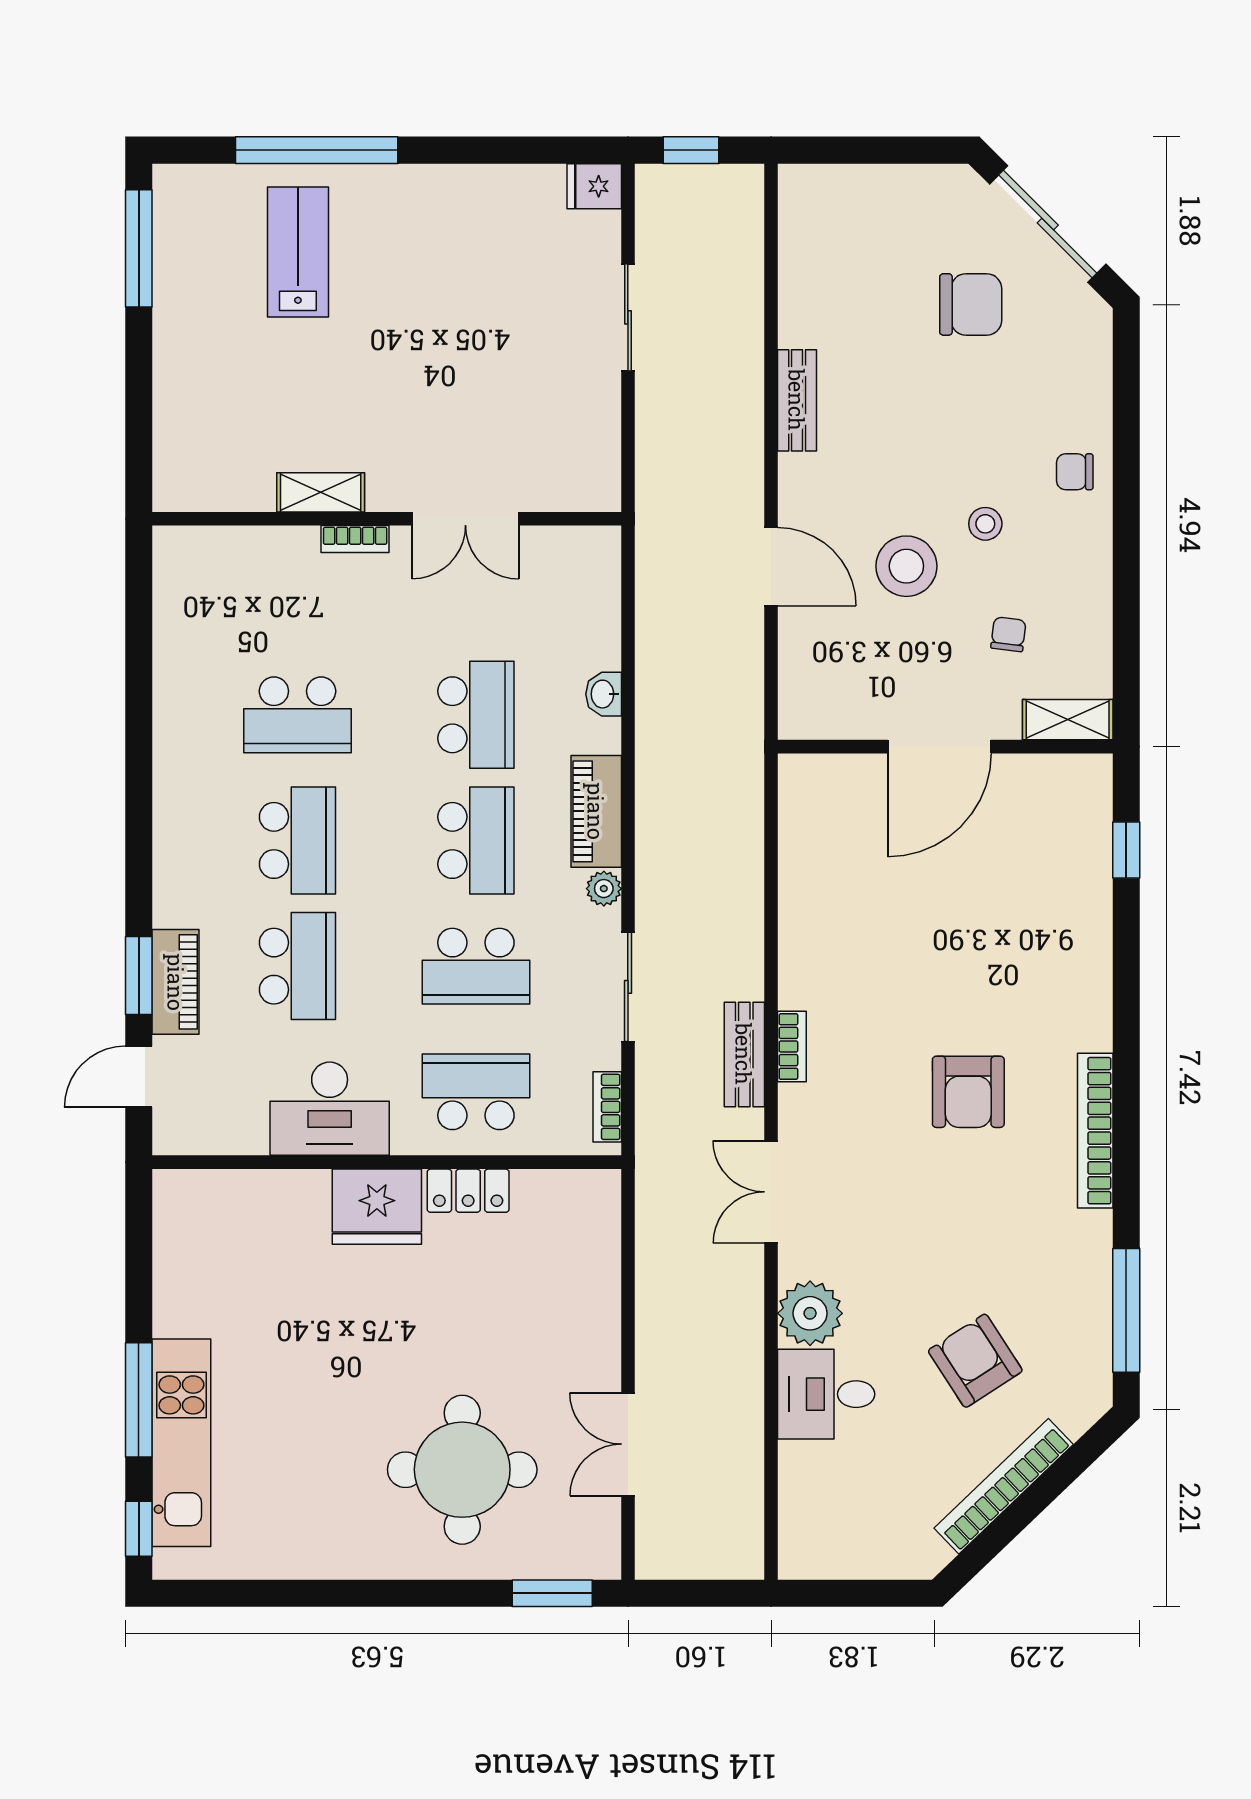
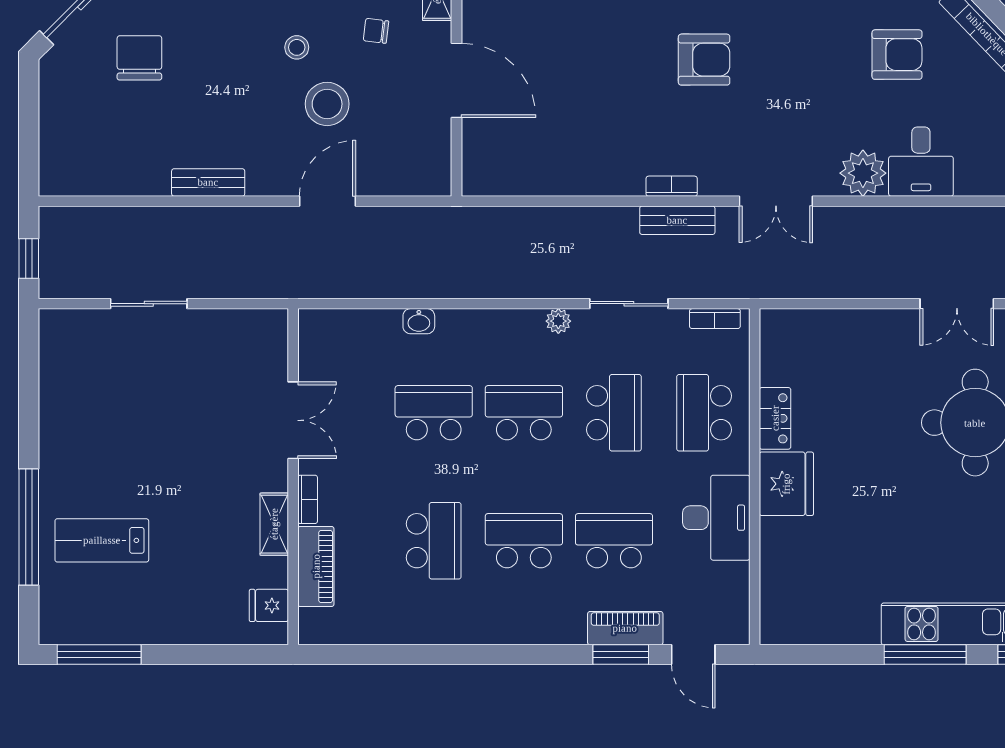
fridge: (594, 186) -> (269, 605), moved, turned 90
piano: (596, 811) -> (316, 566), moved, turned -90
armchair: (975, 1361) -> (897, 55), turned -147

